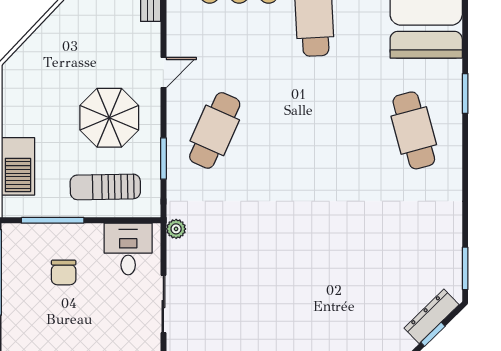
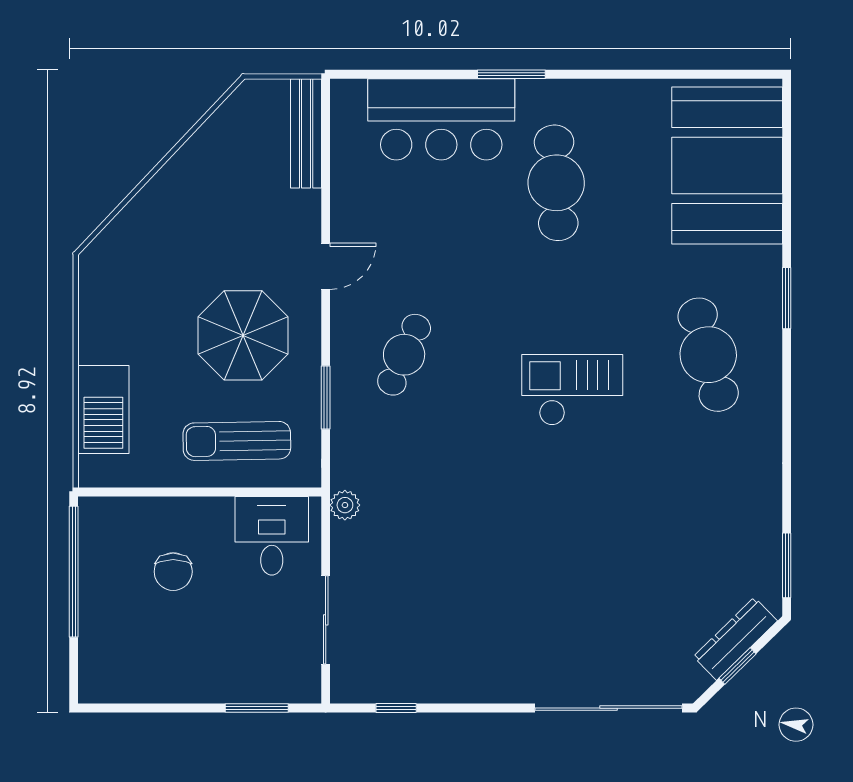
cafe table: (215, 130) -> (404, 355), width x0.73, depth x0.74
checkout: (325, 154) -> (572, 390), added
window: (53, 220) -> (156, 492), removed

